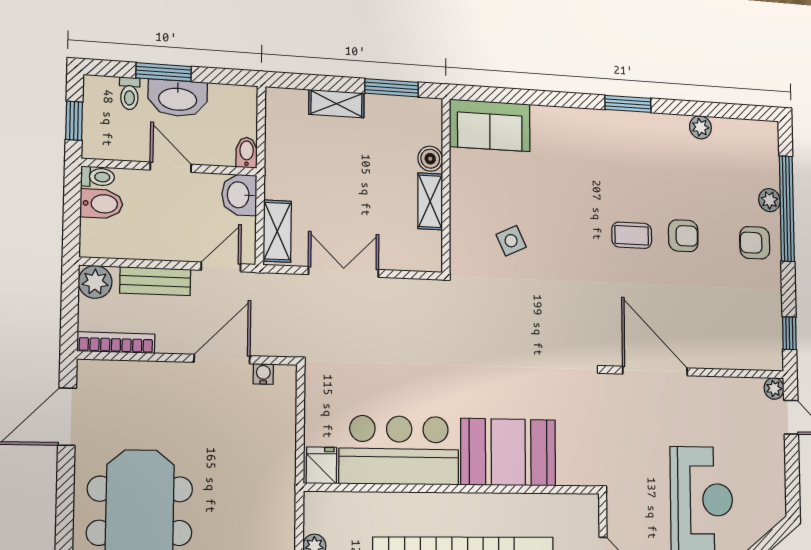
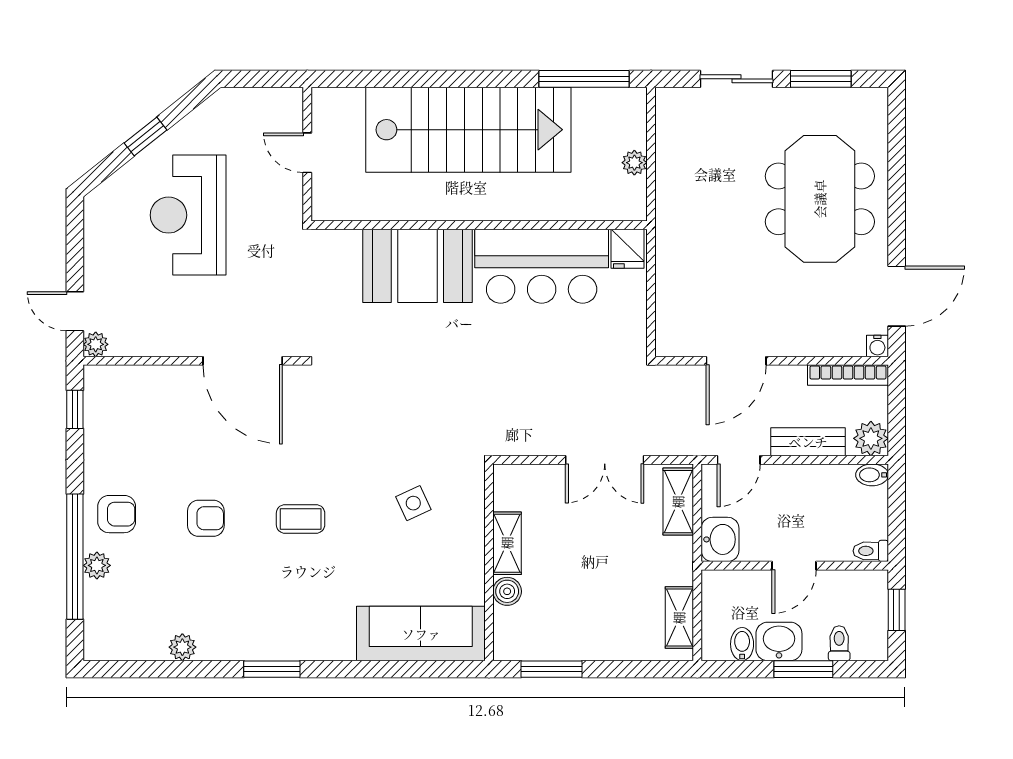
washbasin: (178, 98) -> (779, 641), width x0.72
shelving: (336, 104) -> (679, 618), moved, turned 90
sofa: (490, 125) -> (421, 634), width x1.36
bidet: (247, 153) -> (742, 644), moved, turned 180
door: (171, 167) -> (794, 566), hinge flipped
bidet: (101, 204) -> (872, 475), moved, width x0.72, depth x0.74
coffee table: (632, 235) -> (301, 519), moved
armchair: (683, 236) -> (206, 518), turned 180
water cooler: (263, 374) -> (877, 346), moved

